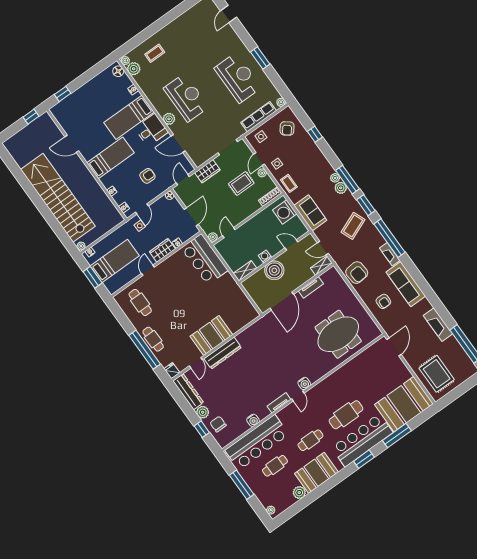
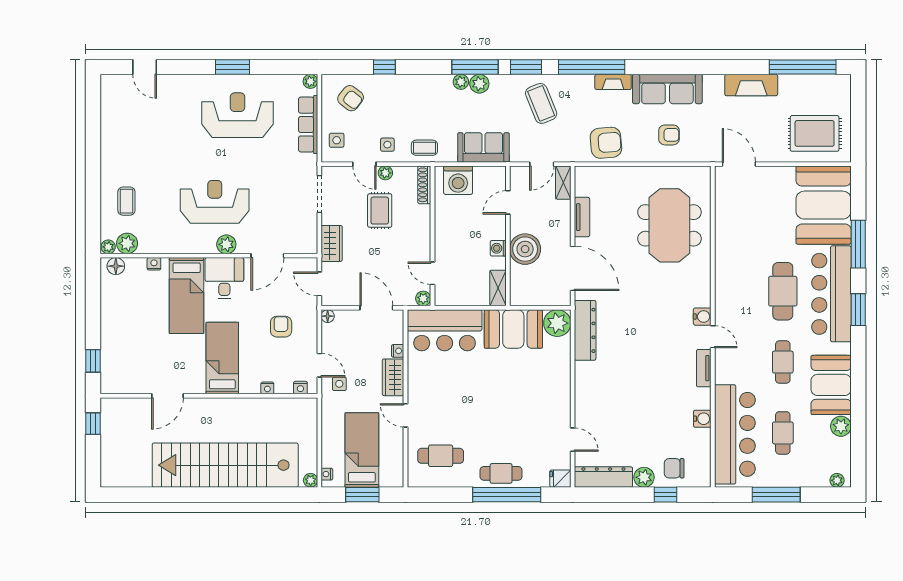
plant: (249, 313) -> (557, 323), added
booth: (211, 336) -> (513, 329), moved, turned 90
dresser: (223, 353) -> (585, 330), moved

